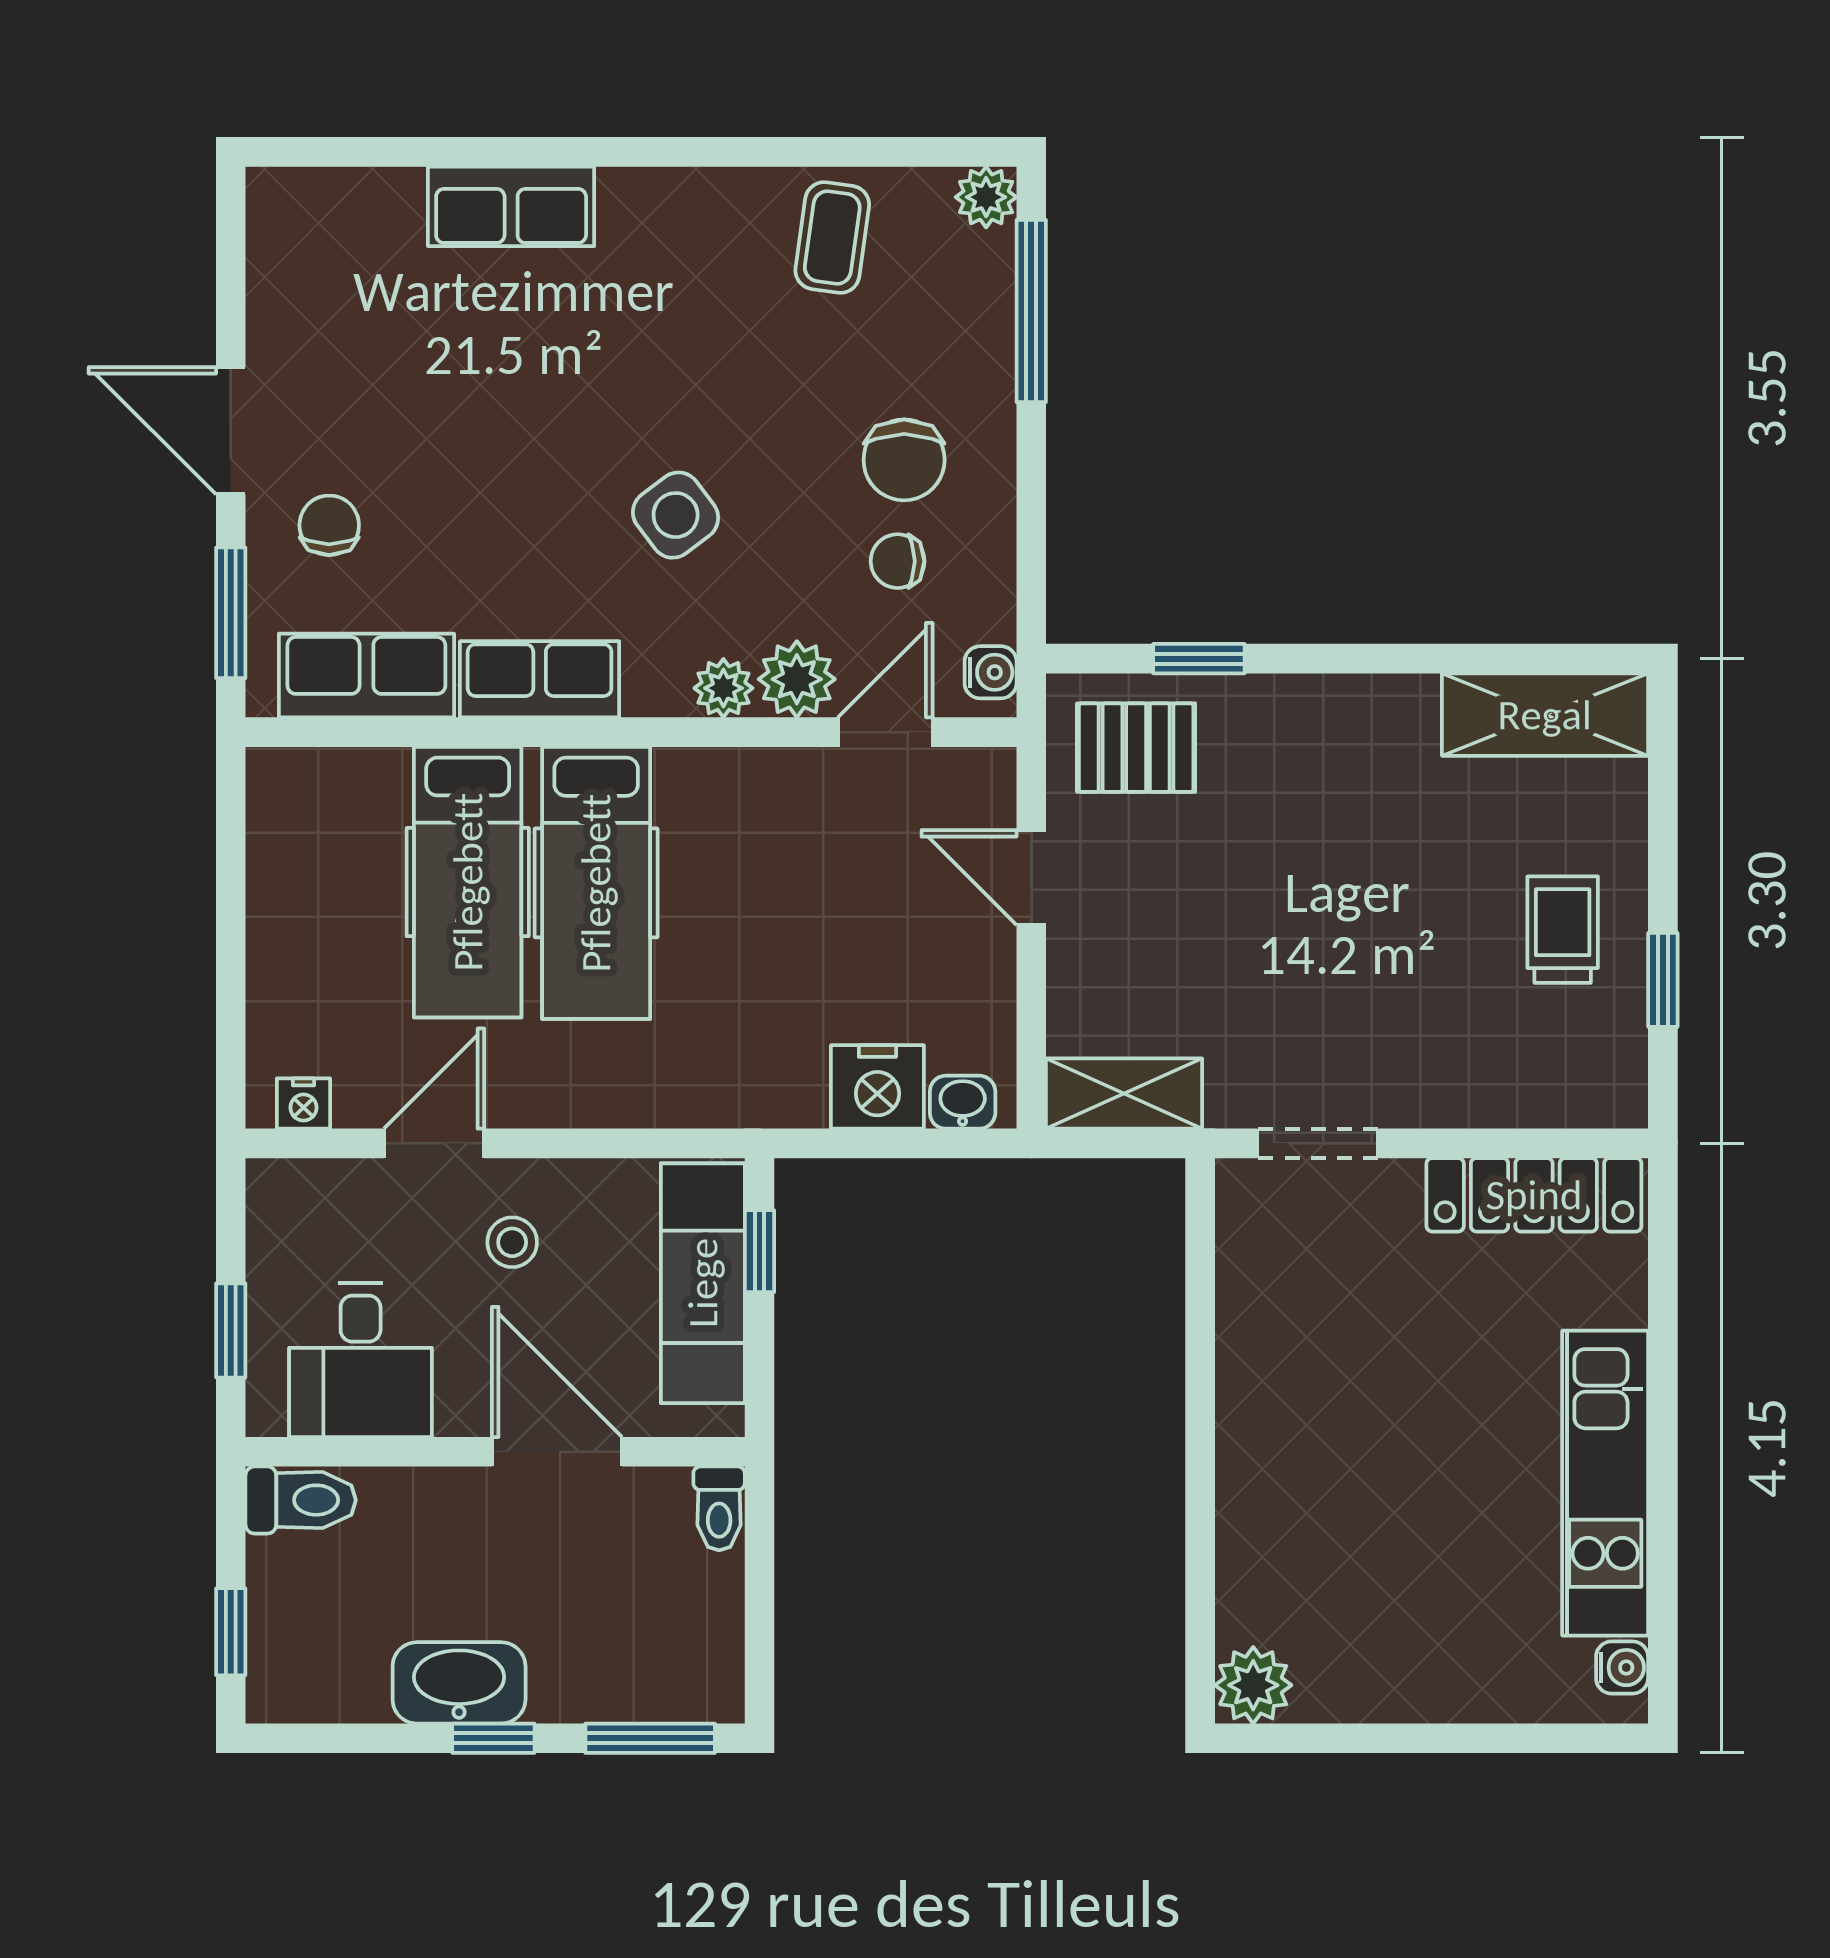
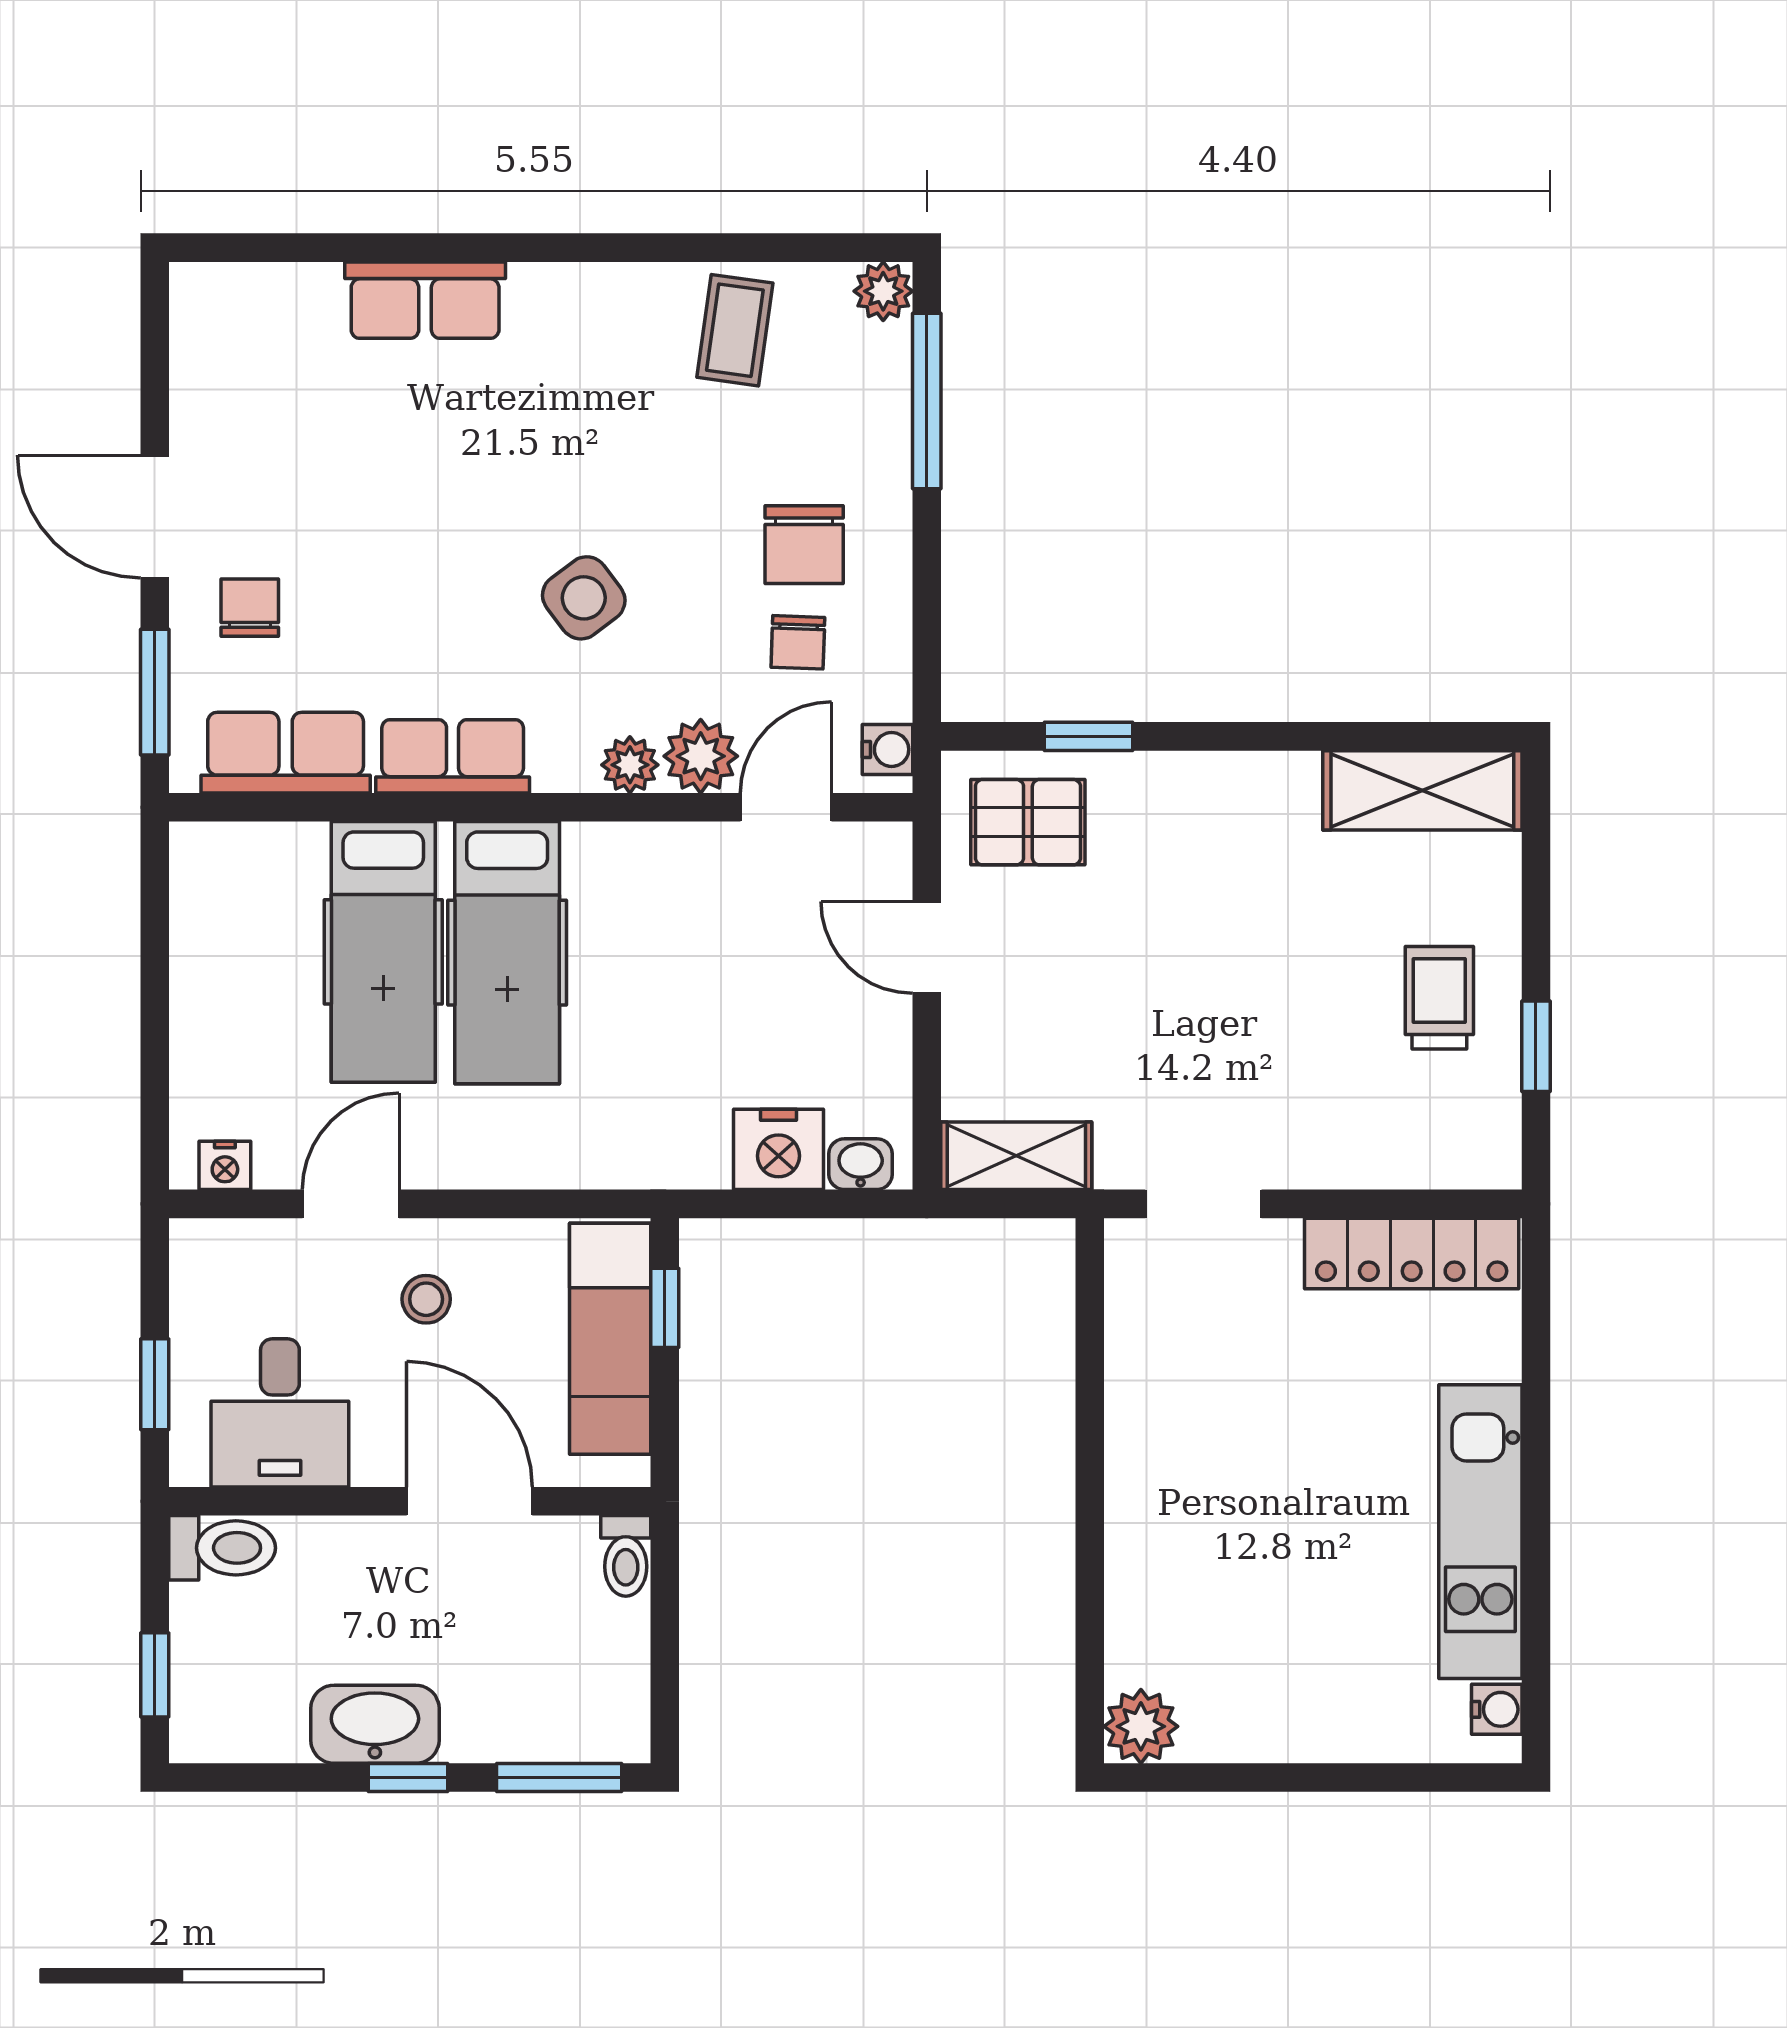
chair: (898, 561) -> (798, 642), turned -88

